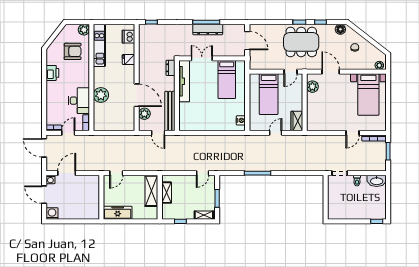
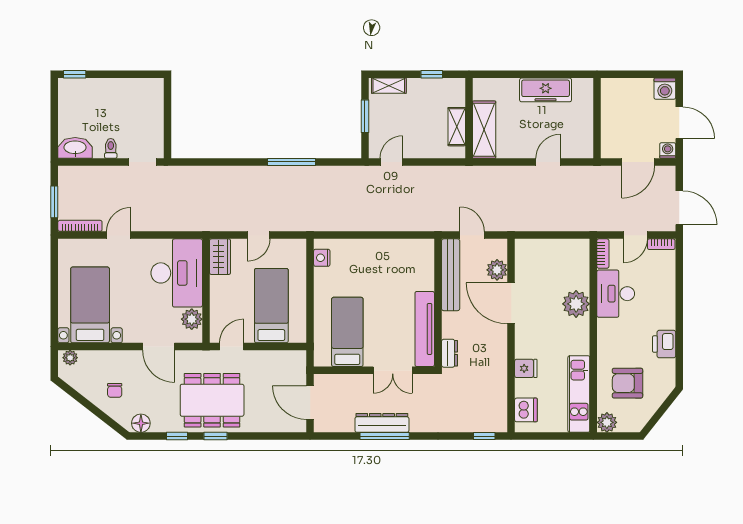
desk: (321, 112) -> (177, 273), added
wall: (101, 197) -> (597, 118), moved

